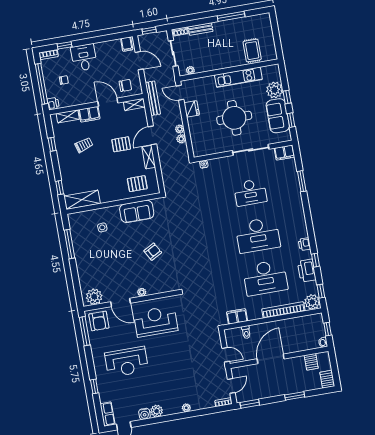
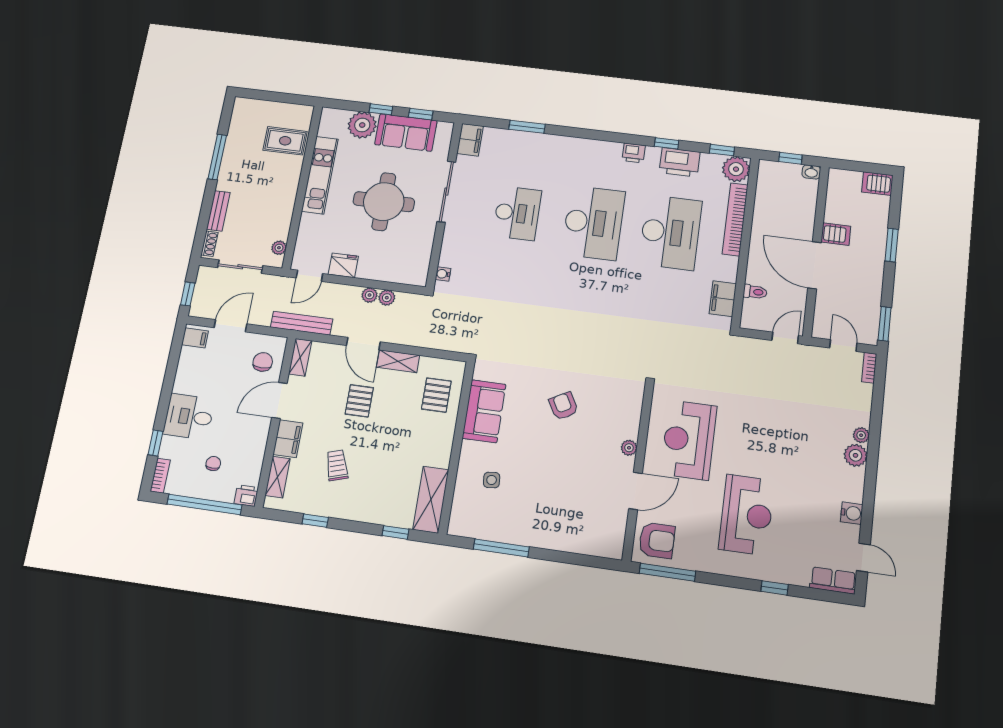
plant: (94, 297) -> (610, 535), removed
server rack: (311, 362) -> (836, 234), moved
plant: (157, 411) -> (856, 455), moved

